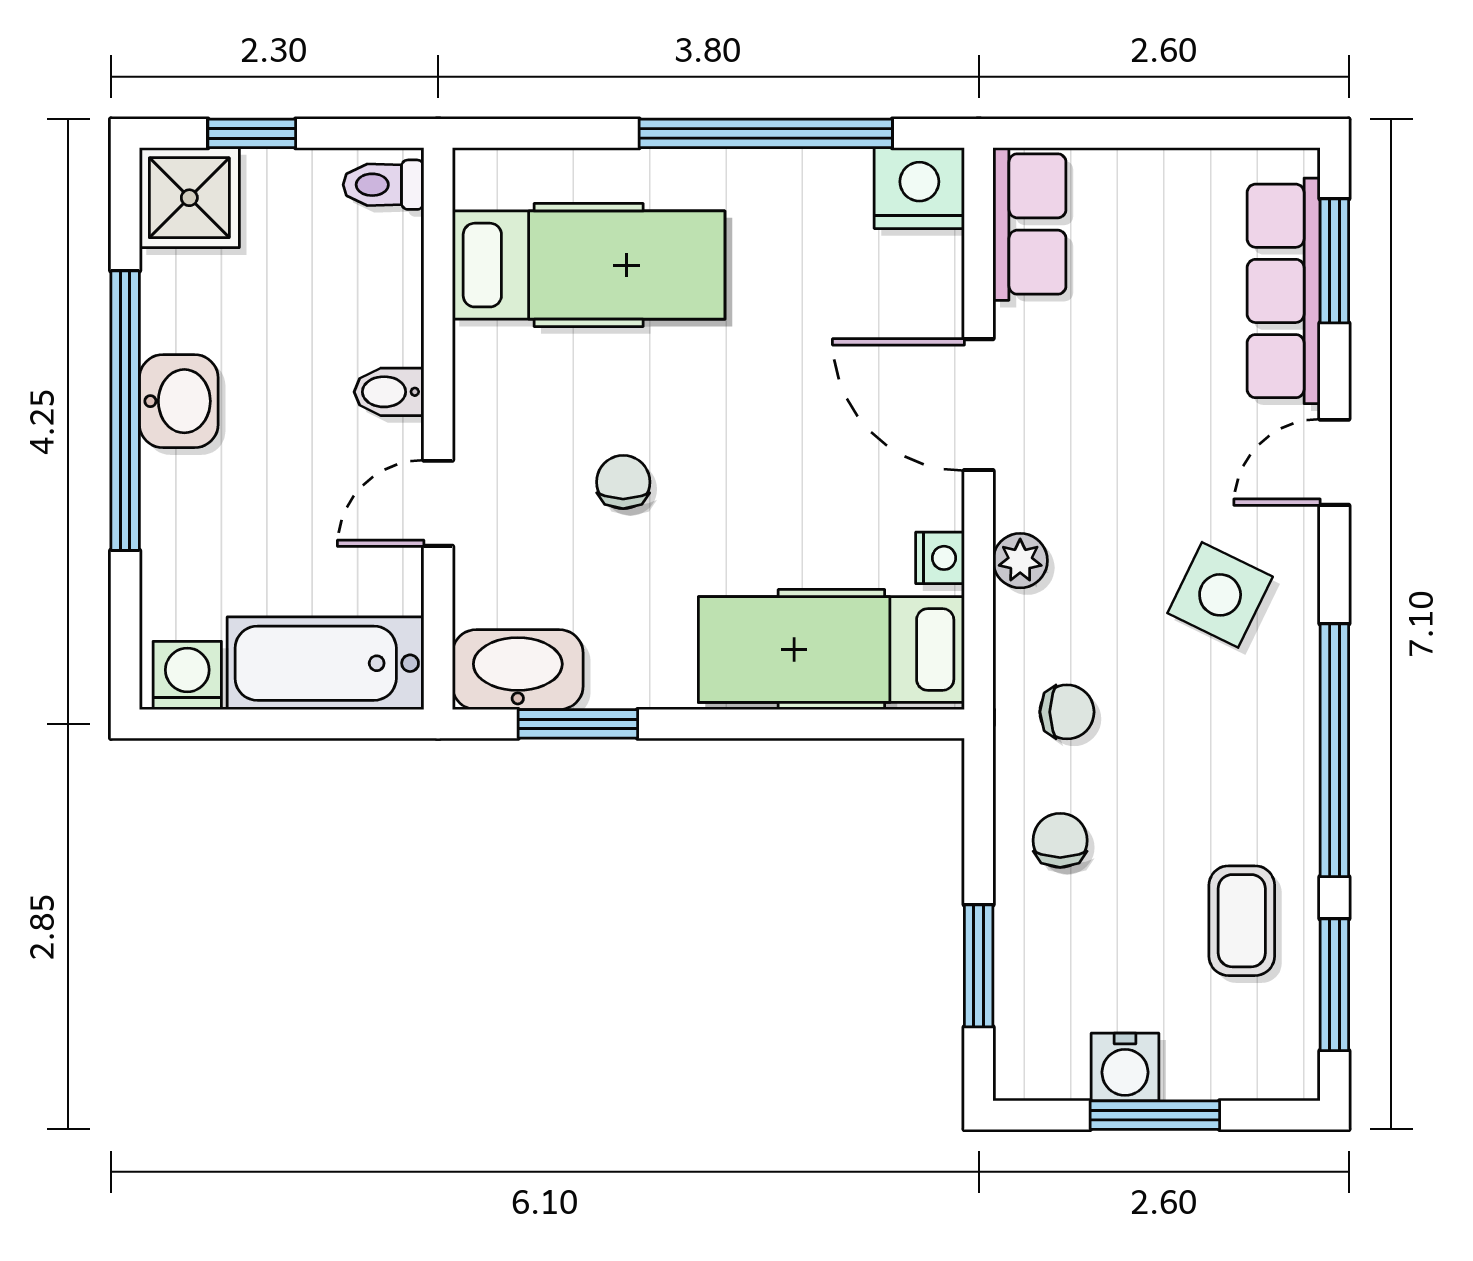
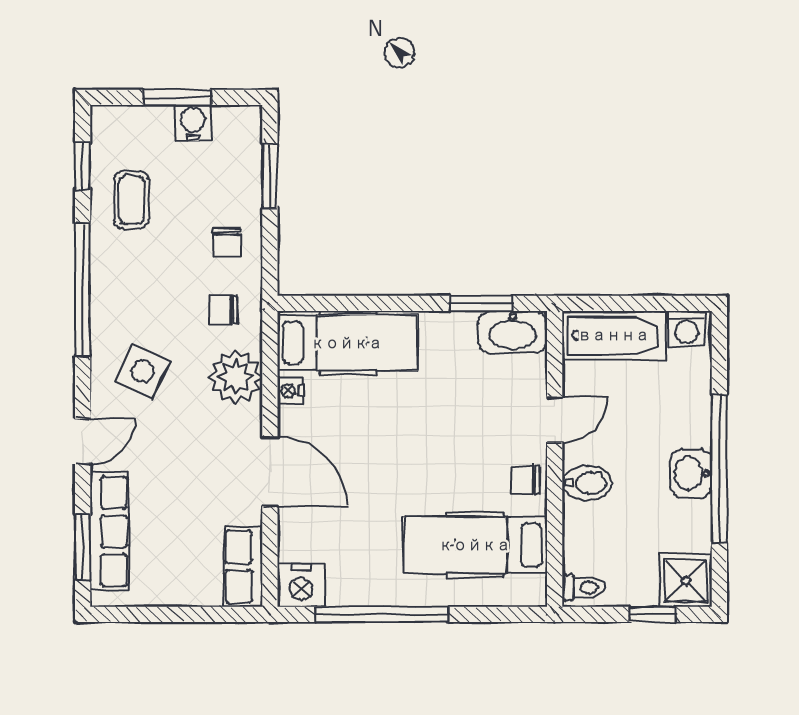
bidet: (389, 392) -> (587, 483), width x1.38, depth x1.36
chair: (623, 482) -> (525, 480), moved, turned 90
plant: (1020, 561) -> (235, 377), width x1.87, depth x1.87
window: (1334, 985) -> (83, 166), width x0.67

